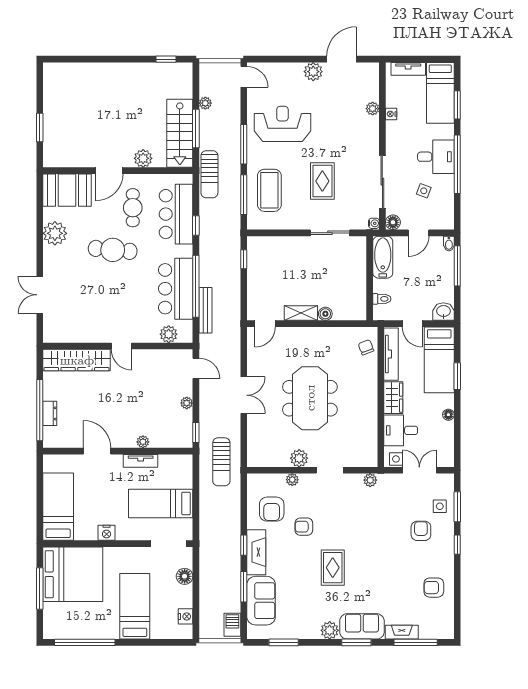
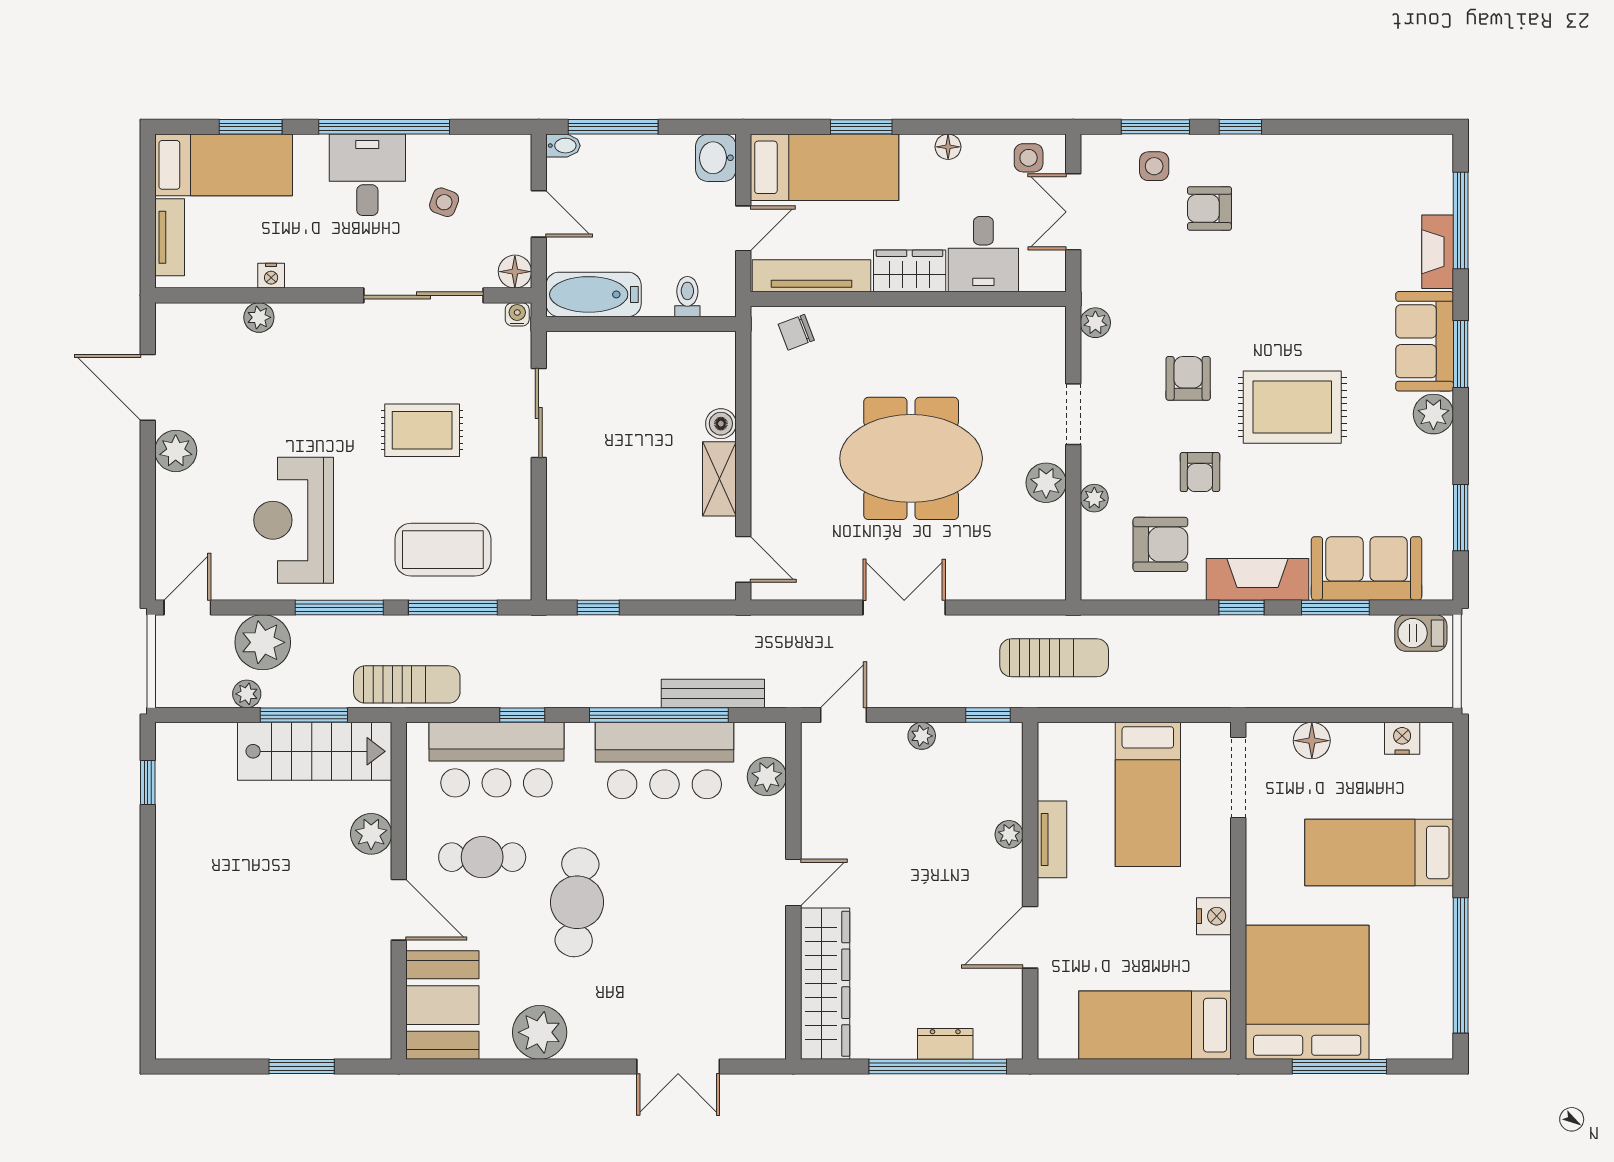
plant: (228, 110) -> (263, 642), added
side table: (396, 459) -> (1029, 158), moved
rug: (333, 568) -> (1292, 407), width x1.36, depth x1.43
armchair: (434, 588) -> (1188, 378), moved, turned 180

